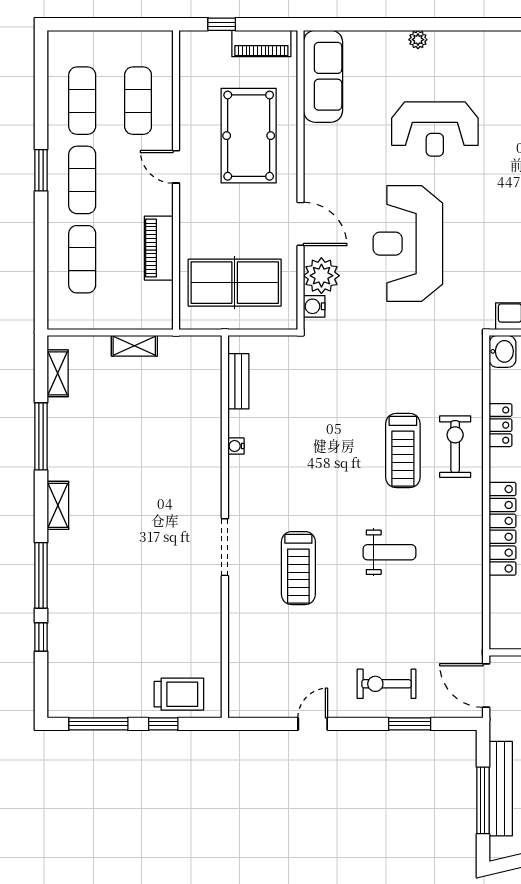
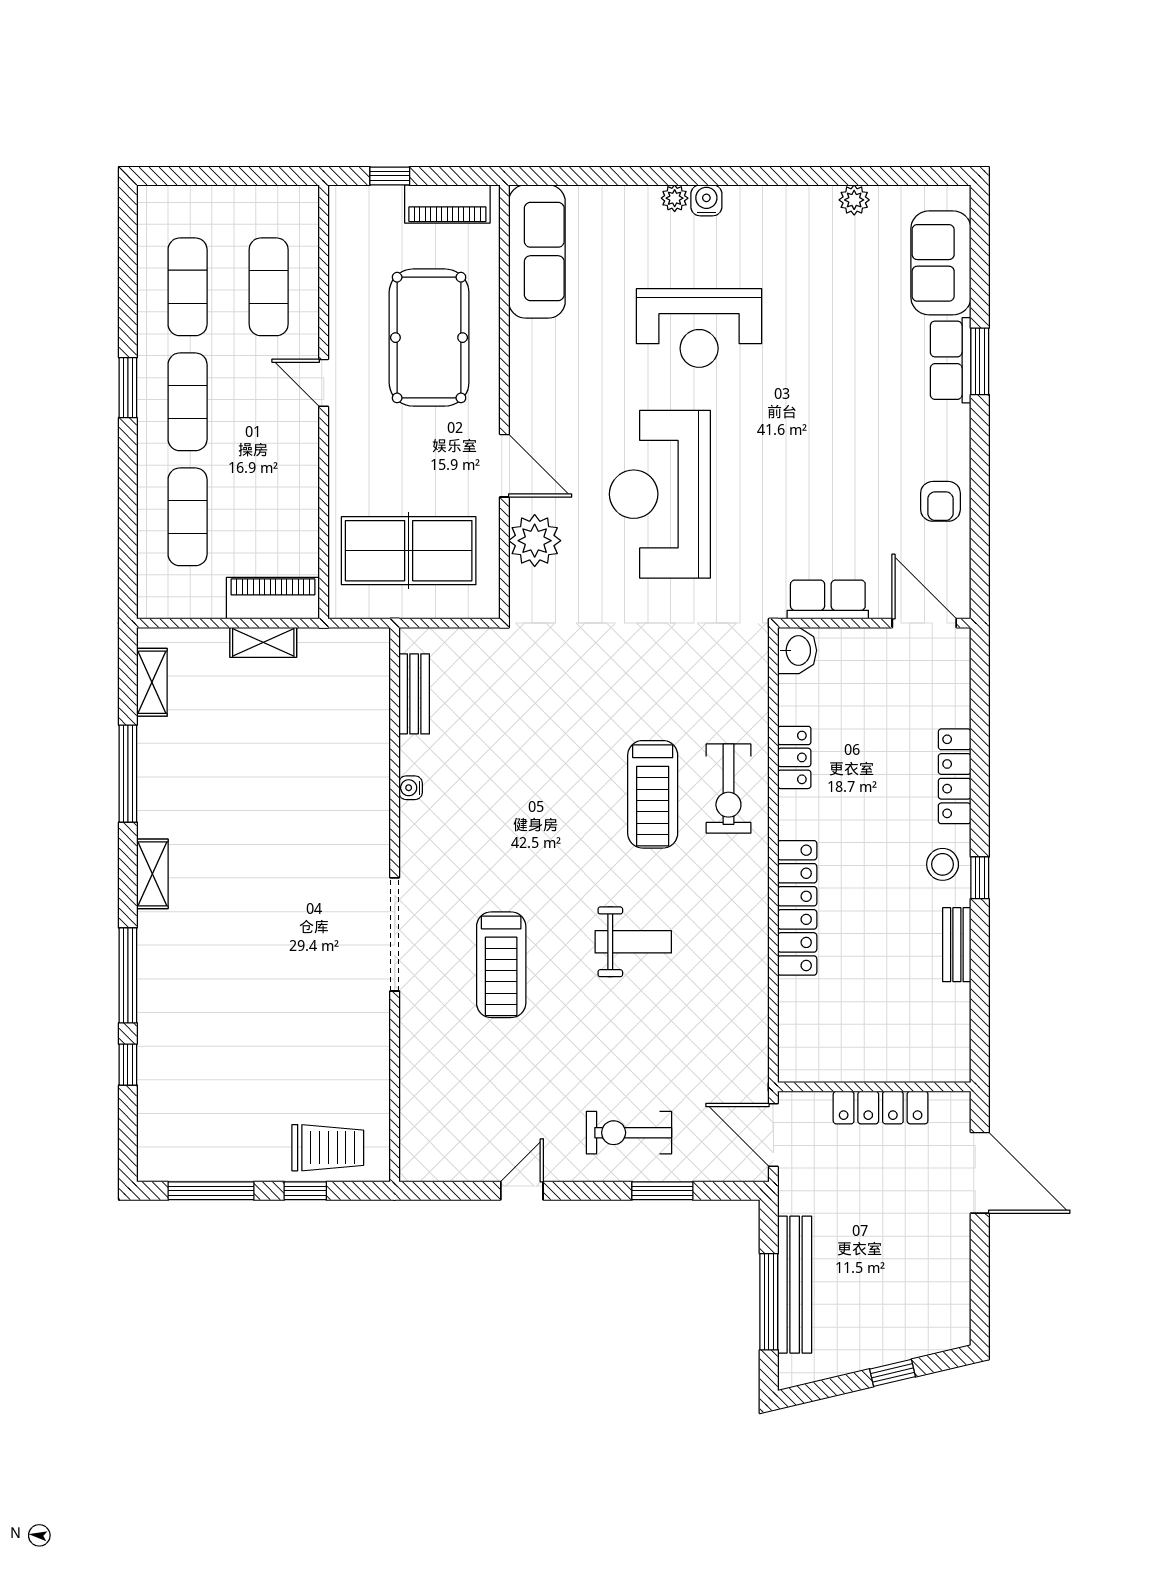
piano: (159, 248) -> (273, 598), moved, turned 90
water cooler: (314, 306) -> (706, 200), moved, turned 90
exercise bike: (455, 447) -> (728, 789), turned 180
doorway: (225, 547) -> (395, 934), width x1.36

